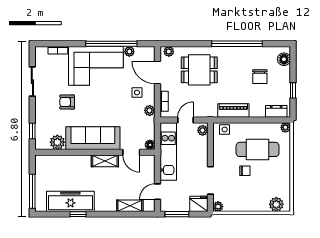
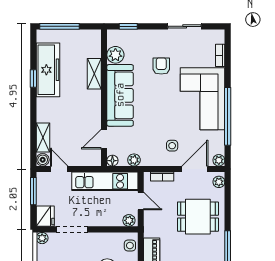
plant: (129, 52) -> (219, 160), moved
dining table: (199, 70) -> (198, 217), turned 90
plant: (150, 110) -> (134, 160), moved
shelving: (105, 161) -> (94, 74), moved
boiler: (149, 206) -> (43, 160), added

